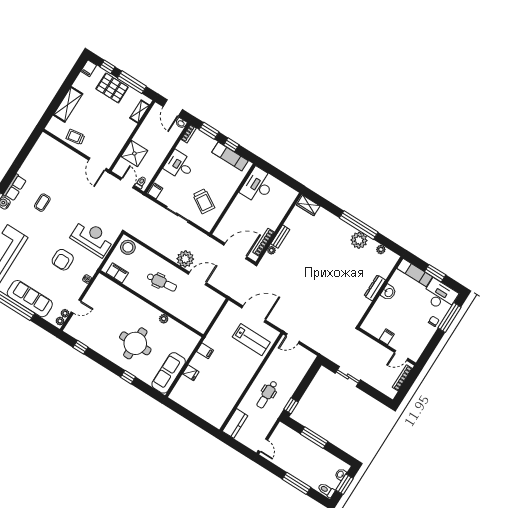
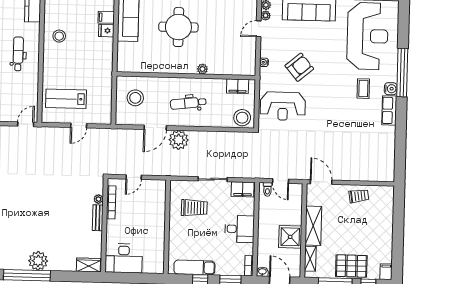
shelving: (68, 104) -> (313, 226), moved
shower: (134, 153) -> (290, 237), moved
desk: (258, 186) -> (124, 258), moved, turned 90
filing cabinet: (155, 191) -> (243, 189), width x2.00
trolley: (204, 201) -> (194, 208), turned 148
coffee table: (42, 203) -> (363, 89), moved
plant: (359, 240) -> (38, 261), moved
door: (235, 251) -> (134, 177), width x0.53
armchair: (63, 260) -> (299, 67), turned 50
stool: (199, 310) -> (135, 98), added
door: (254, 314) -> (79, 126), width x0.53
plant: (164, 319) -> (202, 69), moved
filing cabinet: (205, 351) -> (106, 17), moved
stool: (228, 390) -> (59, 36), added

